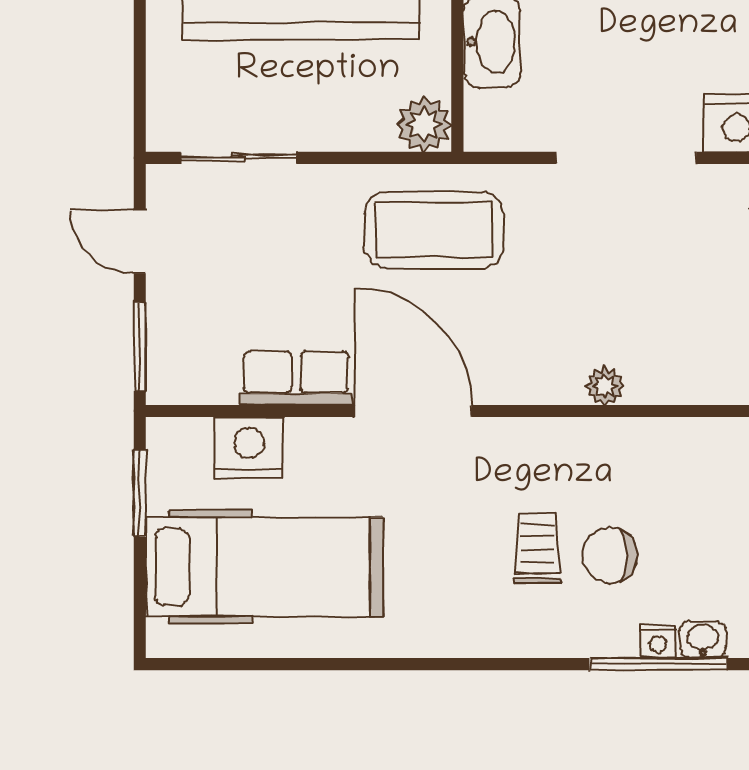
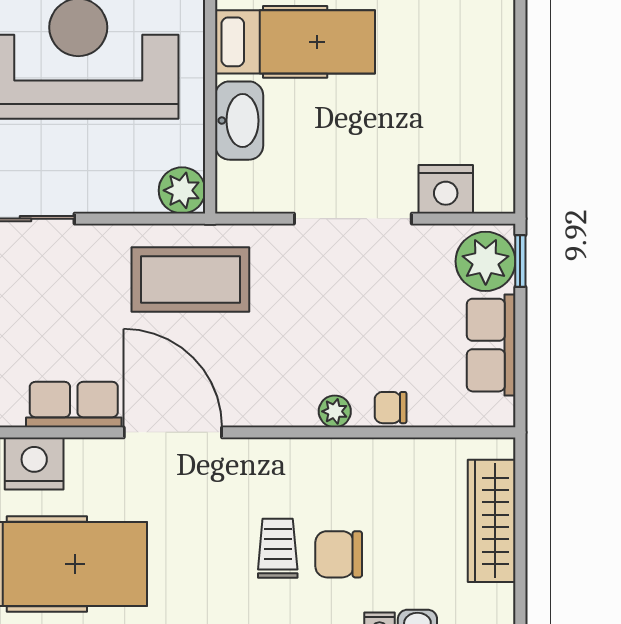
chair: (671, 382) -> (391, 408), added

